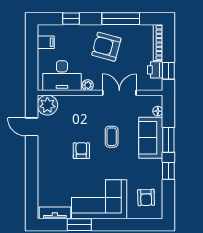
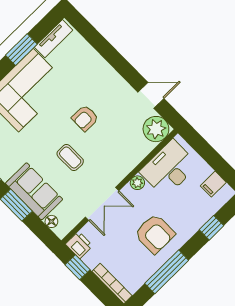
armchair: (106, 47) -> (155, 234), turned 75
printer: (155, 70) -> (79, 245), moved
armchair: (81, 151) -> (85, 118), turned 90

